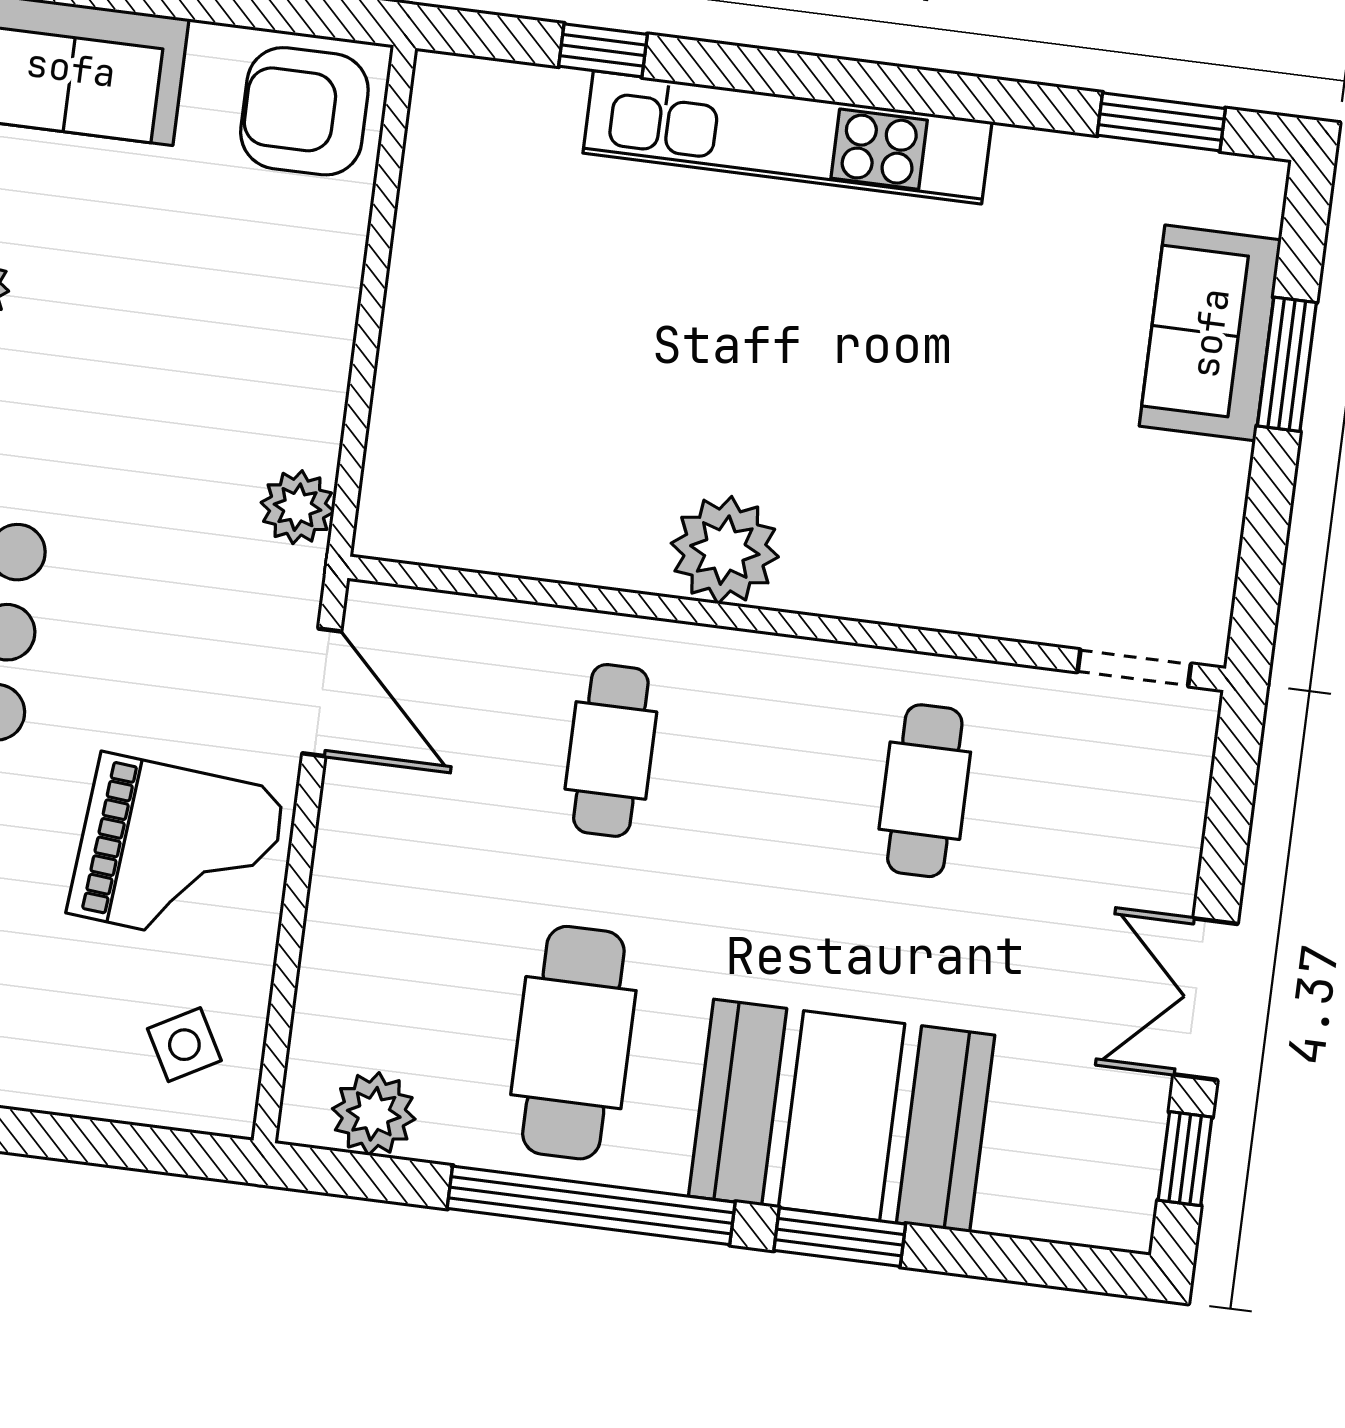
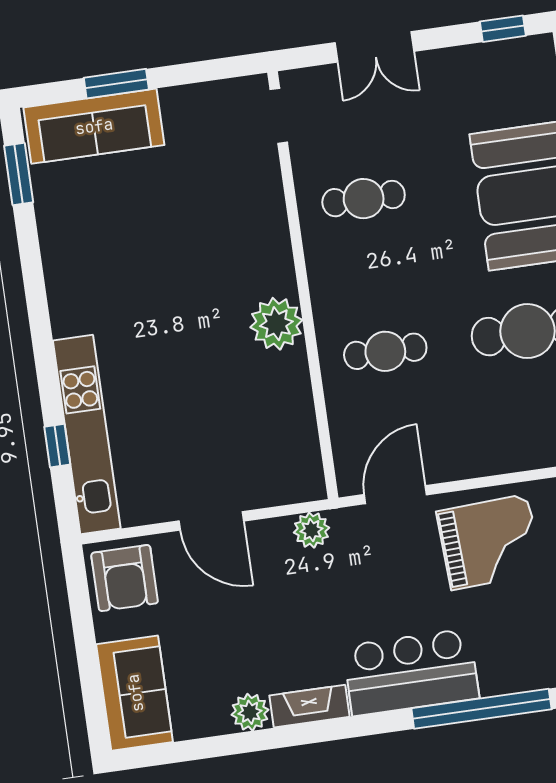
kitchen unit: (787, 137) -> (87, 434), moved
door: (370, 314) -> (211, 521), added
sofa: (1210, 333) -> (94, 126), width x1.36
grand piano: (177, 852) -> (489, 542), turned 82
double door: (1205, 999) -> (374, 47), moved

